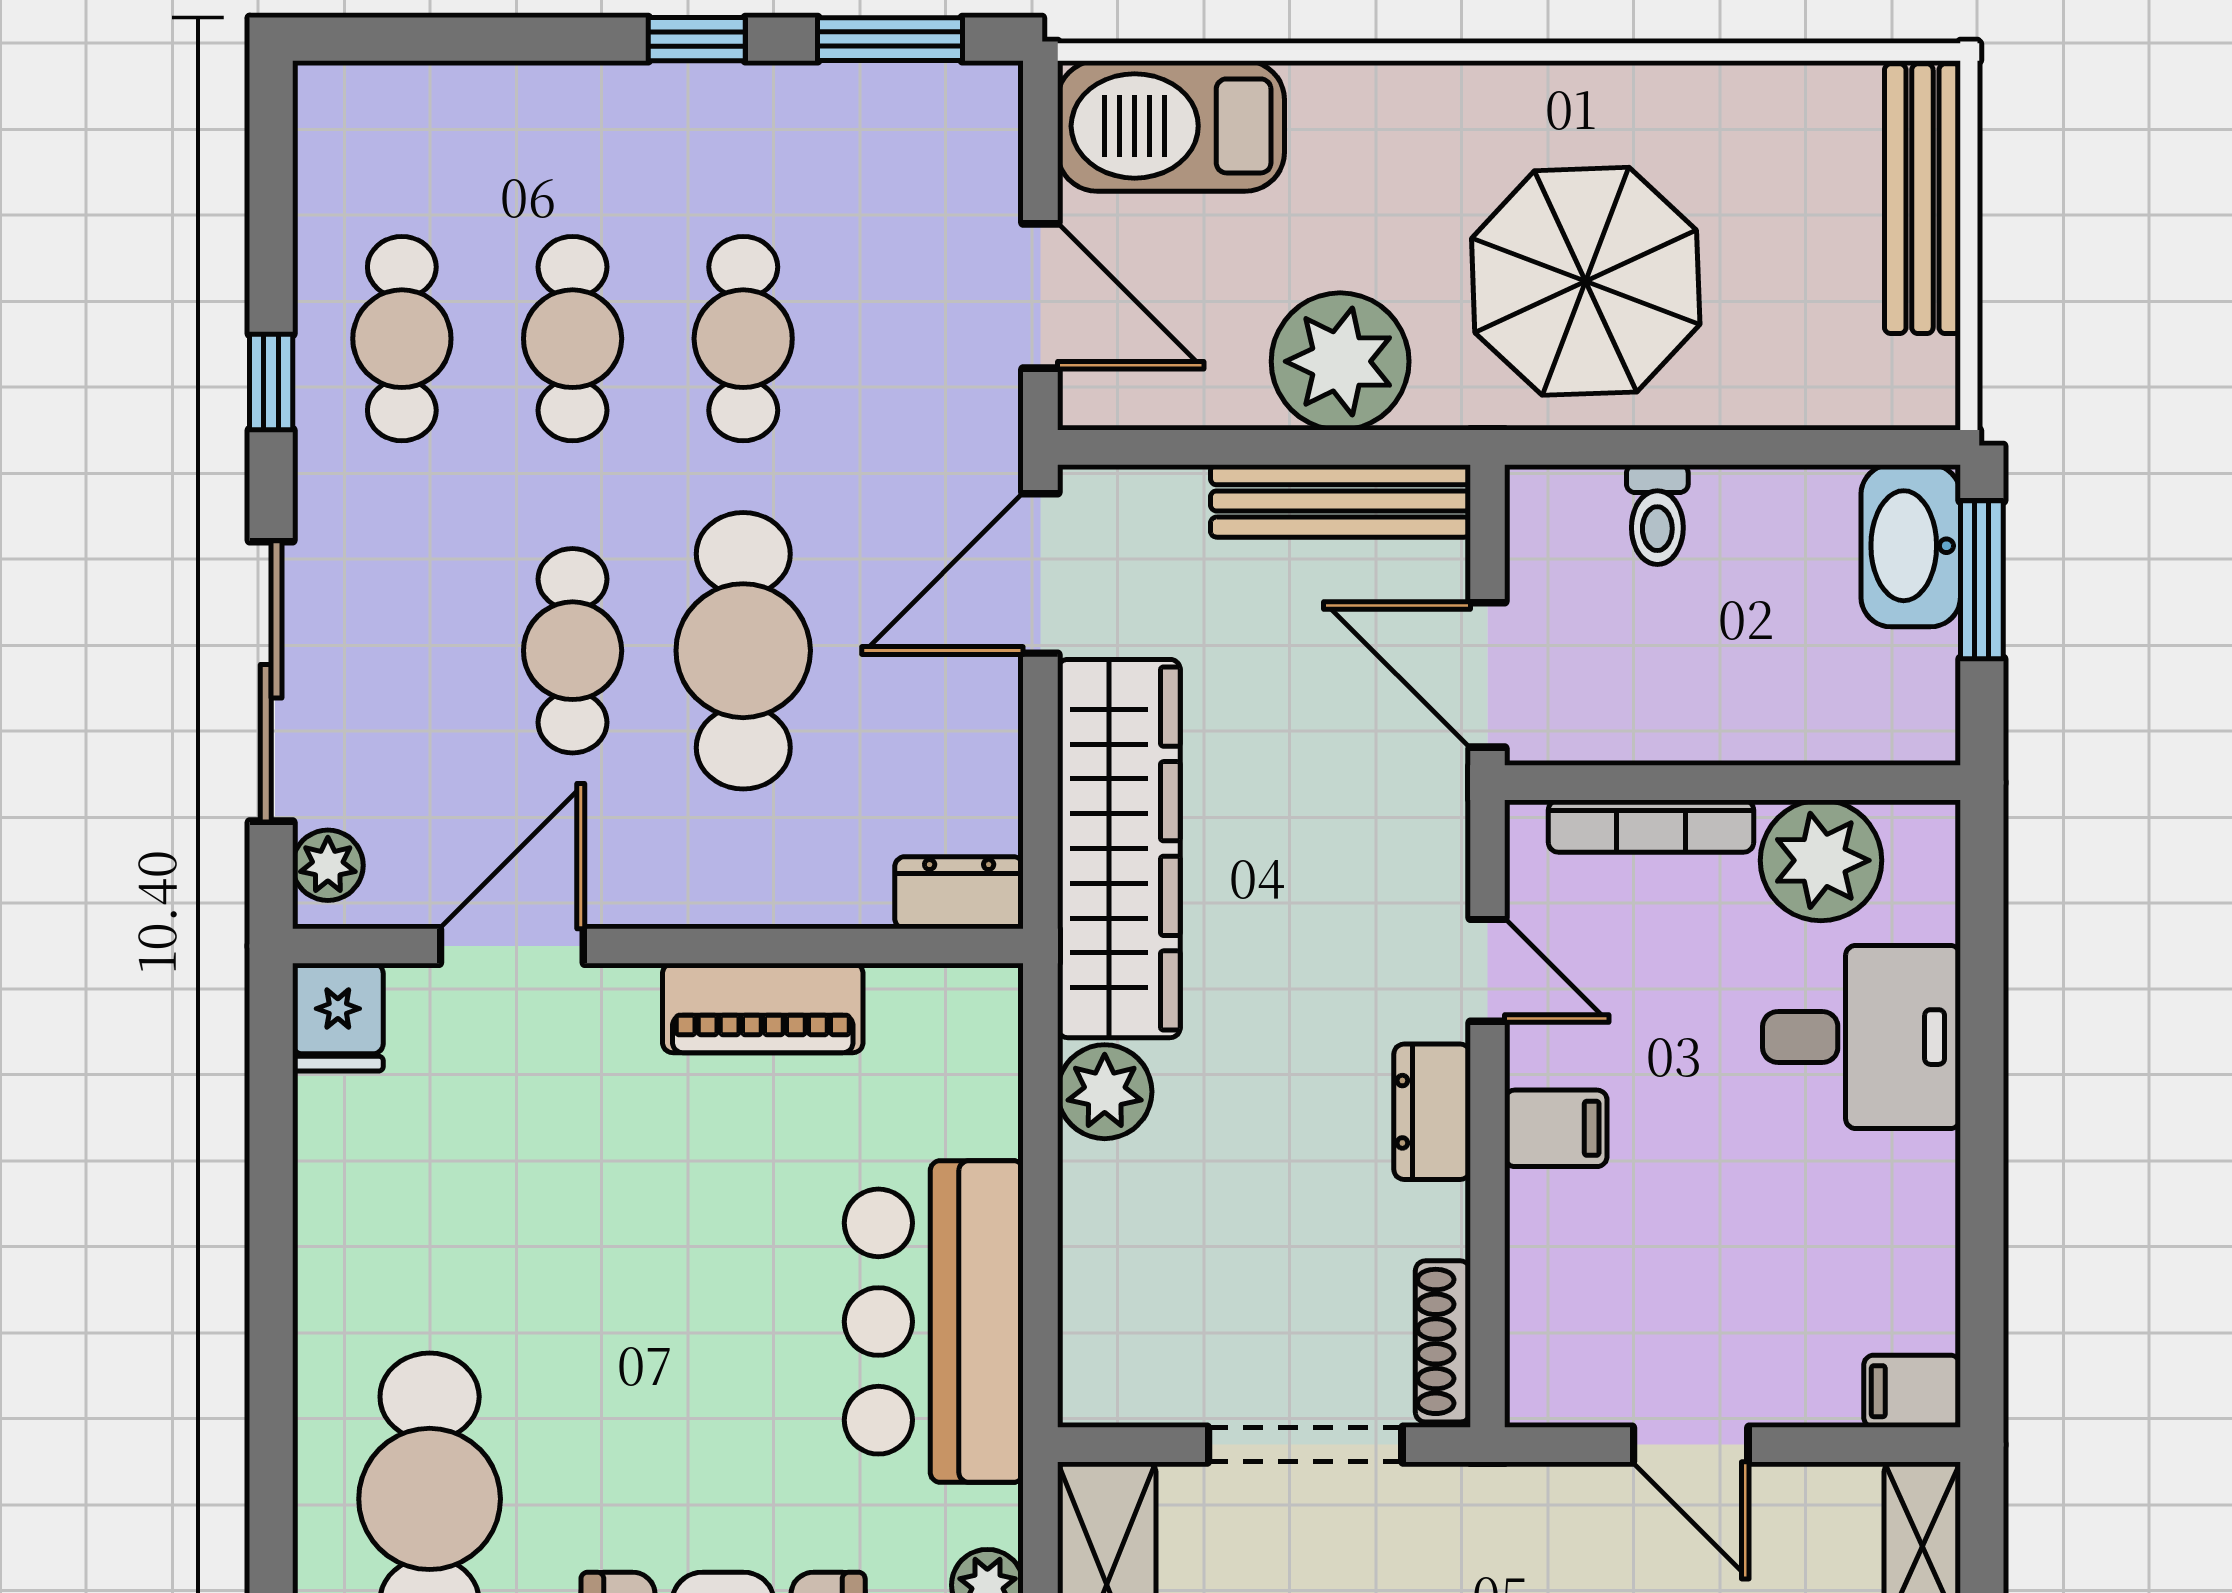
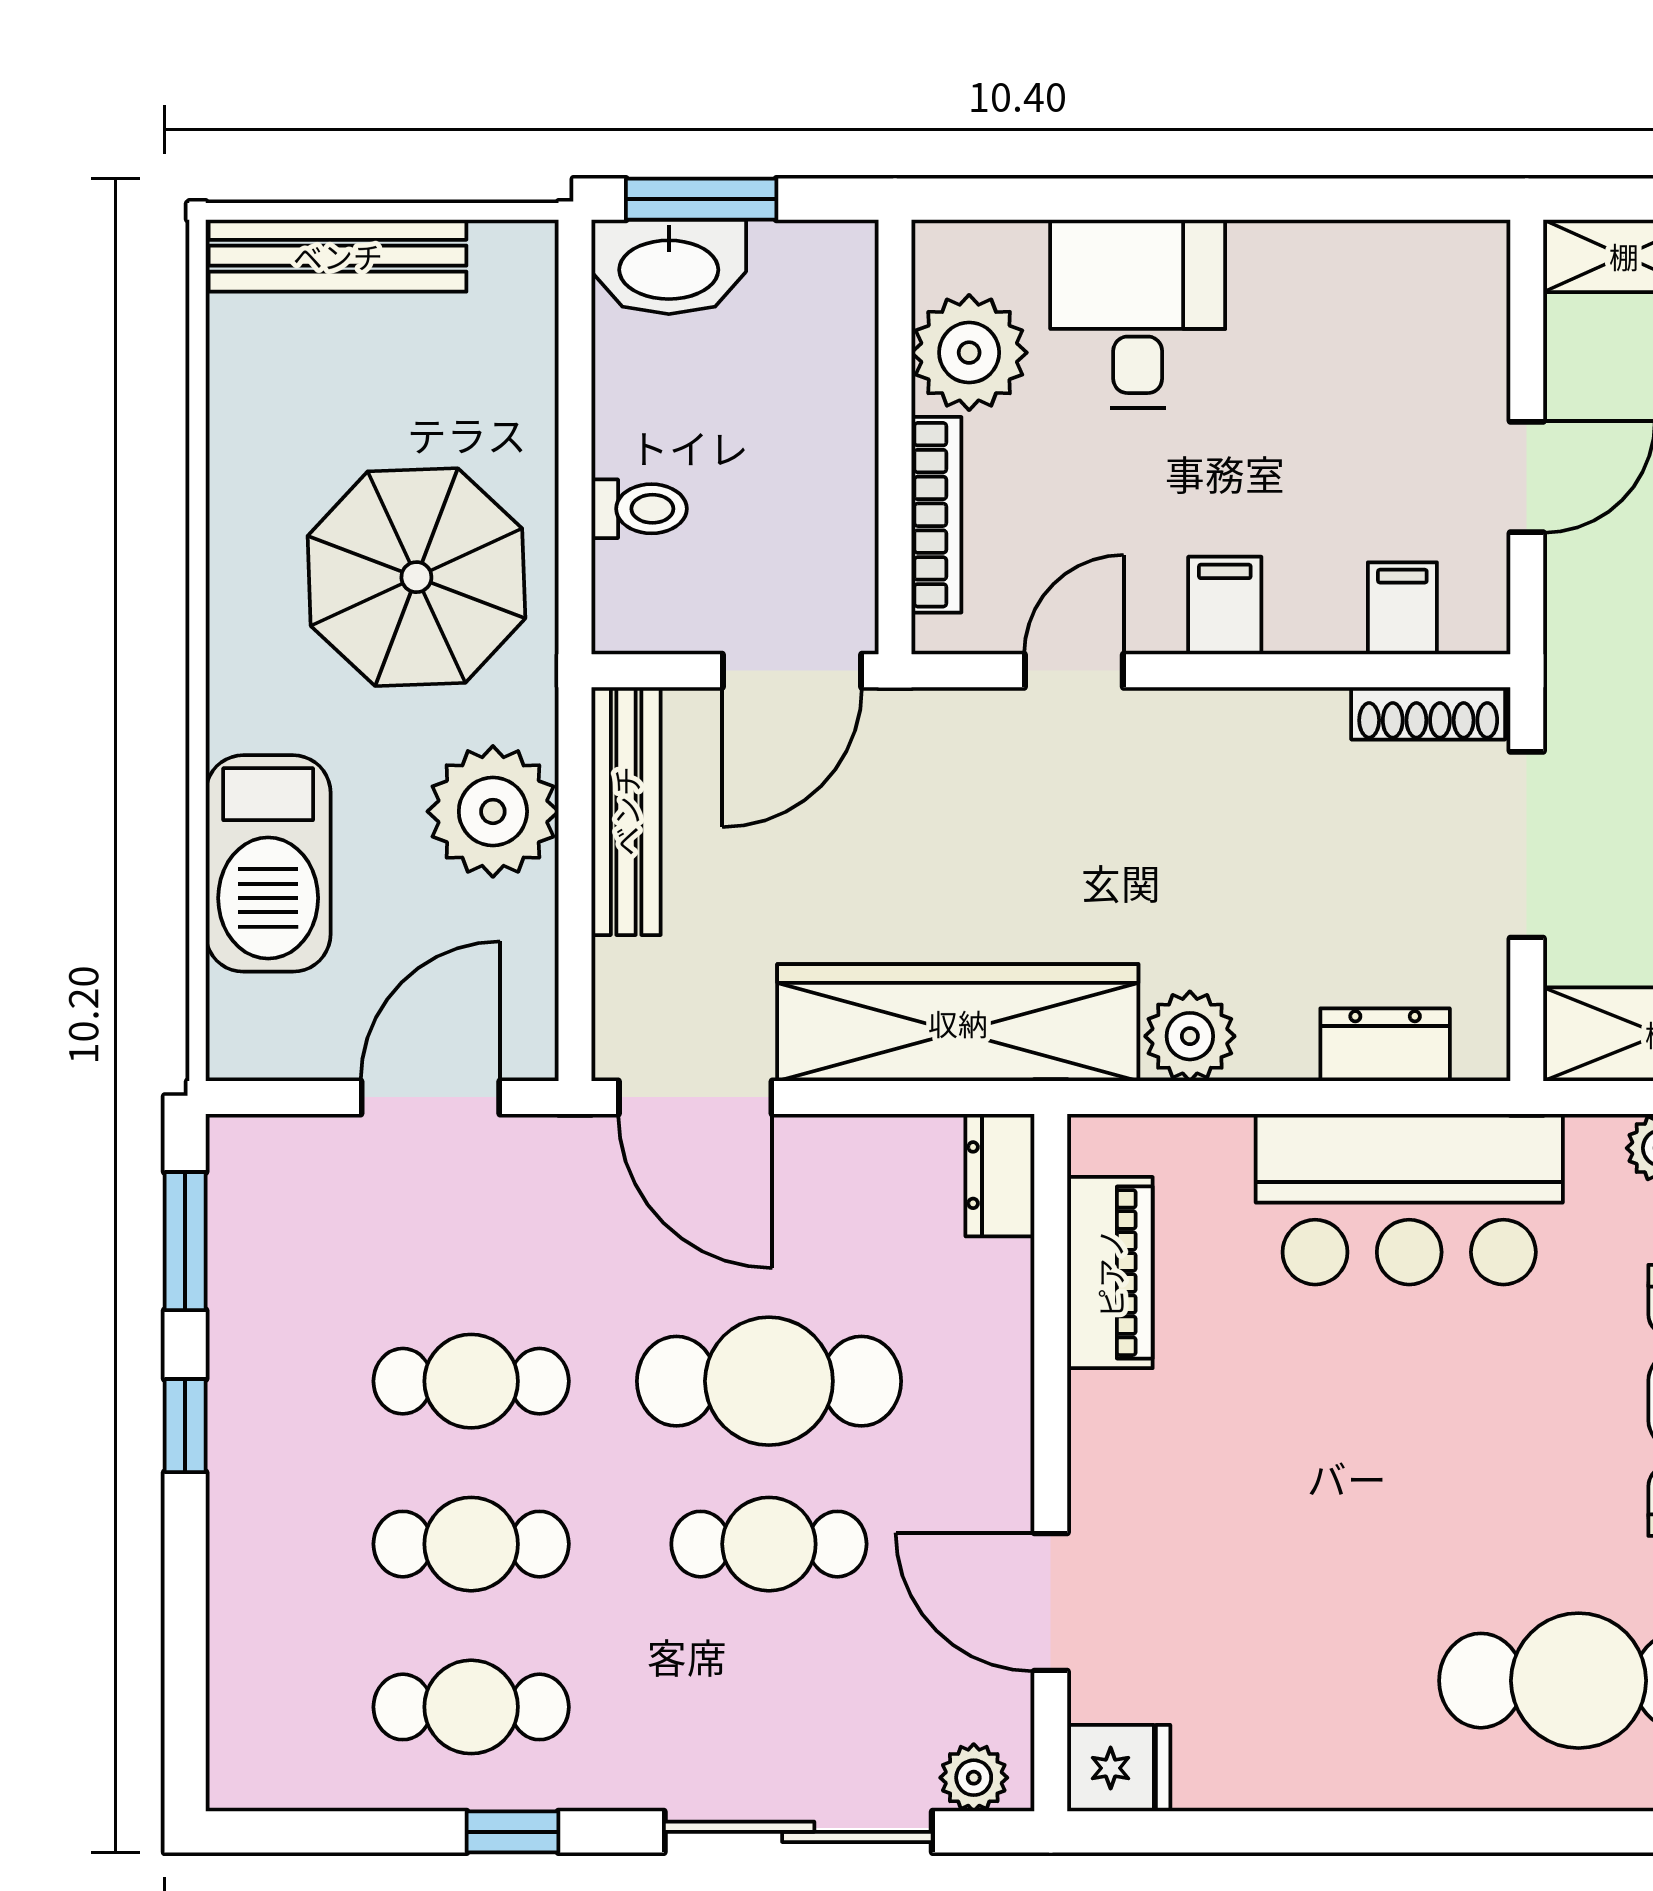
barbecue: (1171, 126) -> (268, 863), moved
piano: (763, 1008) -> (1110, 1273), moved
dresser: (1432, 1112) -> (1385, 1045), moved, turned 180
filing cabinet: (1912, 1391) -> (1402, 608), moved, turned 180

